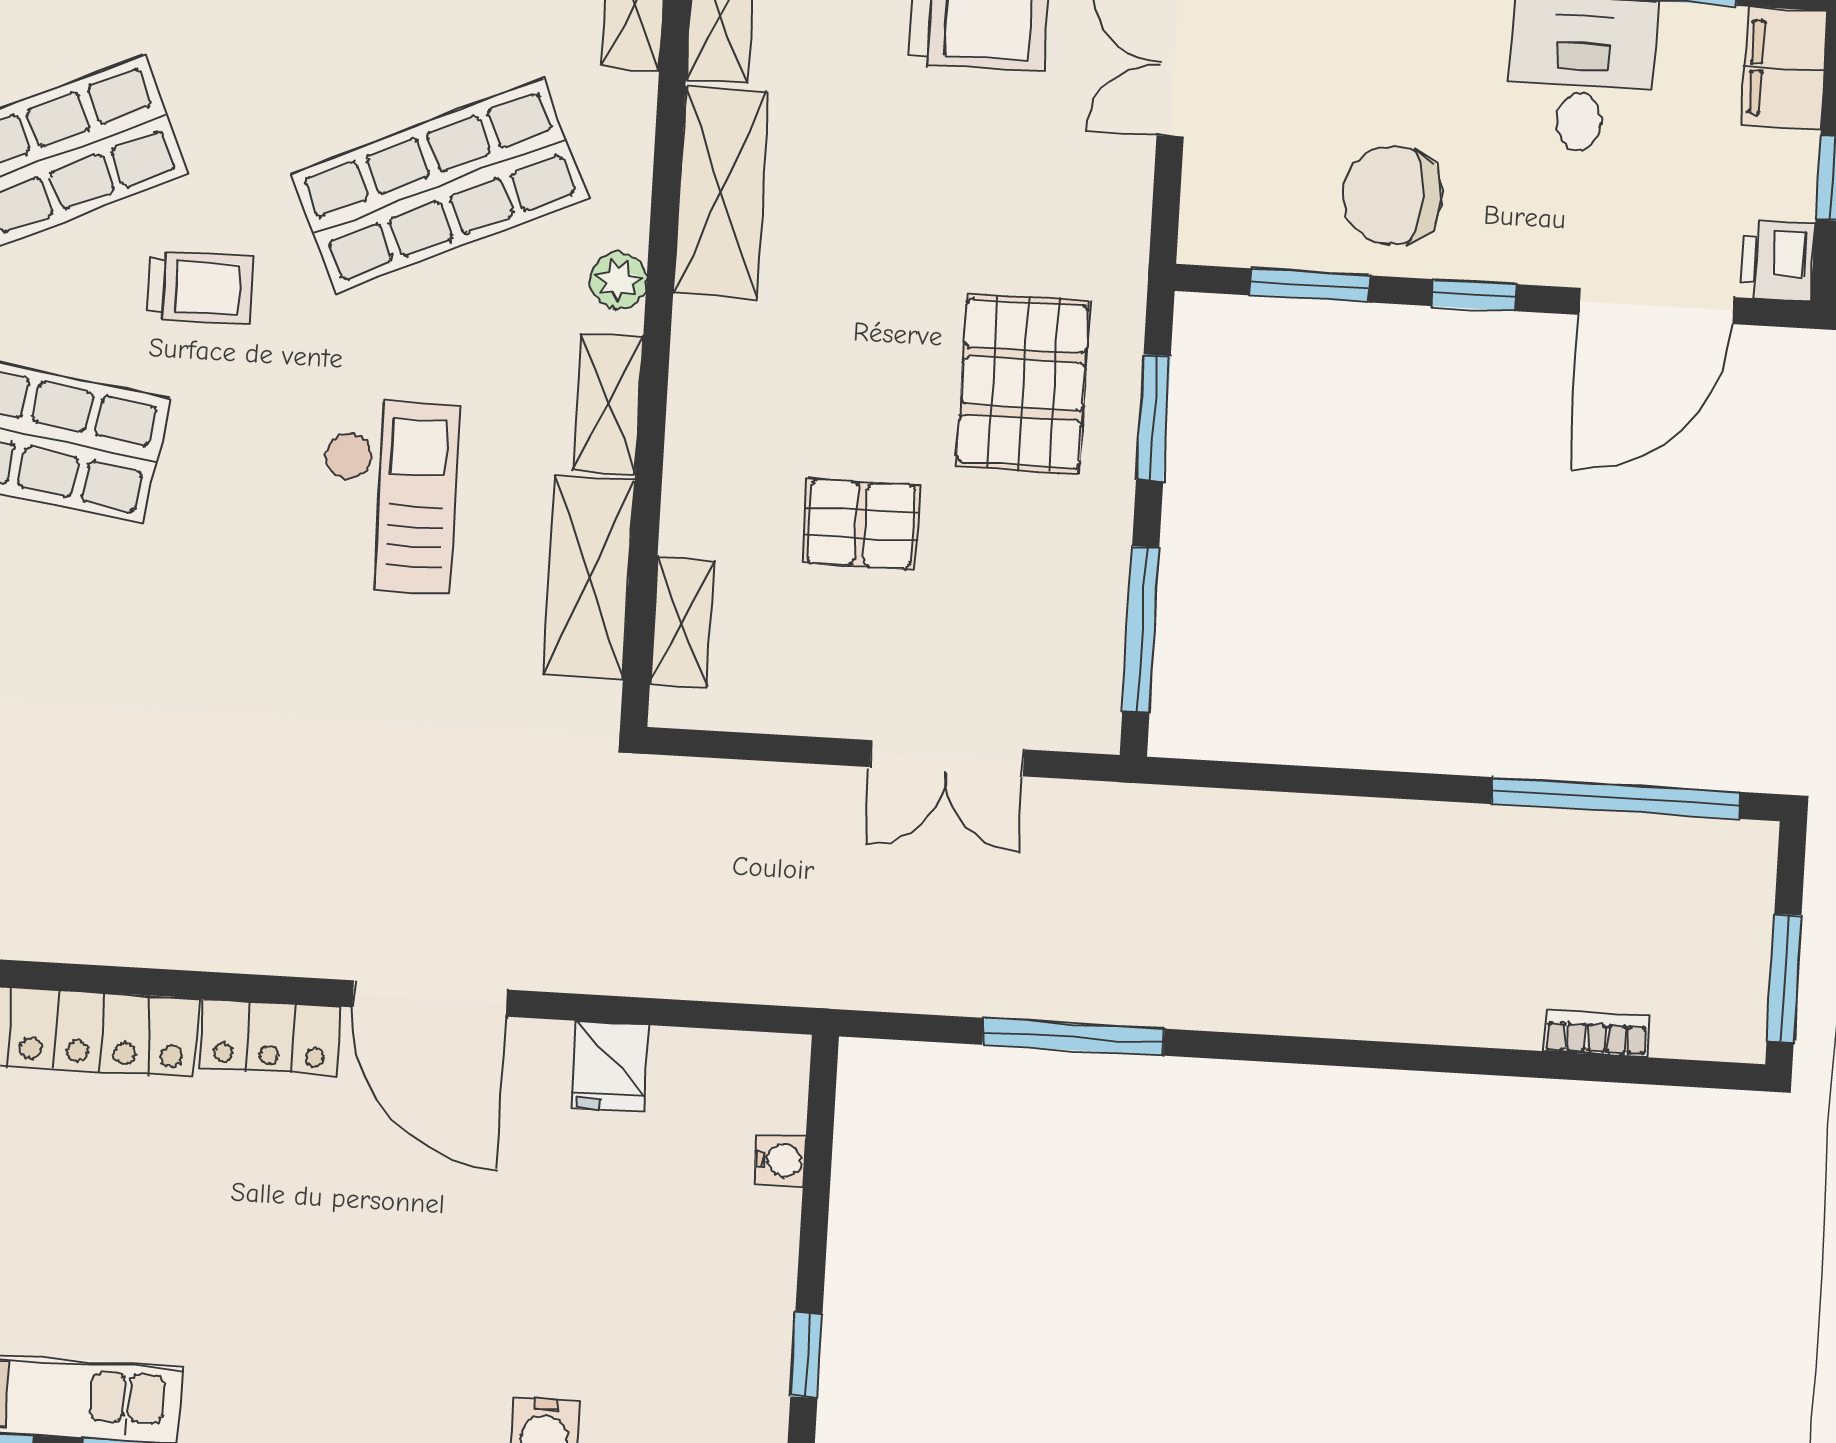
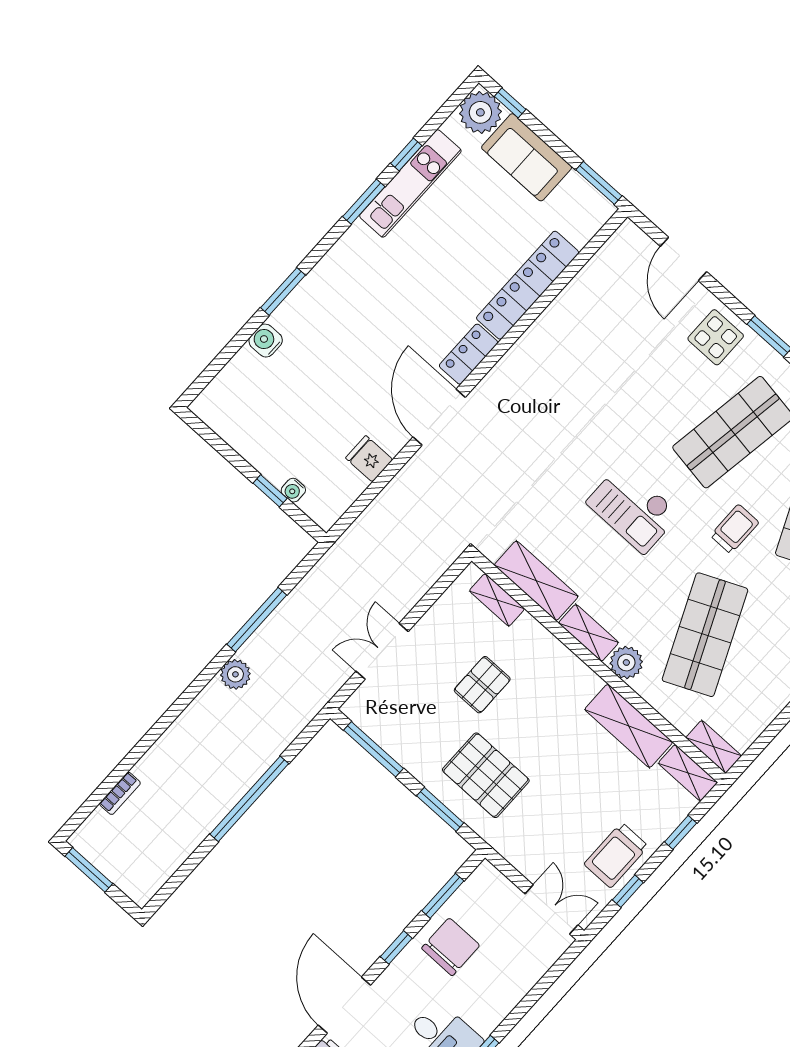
plant: (618, 280) -> (626, 662), width x1.38, depth x1.38
trolley: (201, 287) -> (735, 529), turned 180
checkout: (389, 496) -> (633, 508), moved
window: (1616, 798) -> (249, 799), moved
plant: (1206, 995) -> (235, 674), added
door: (430, 999) -> (439, 417), hinge flipped
window: (806, 1355) -> (270, 491), moved

